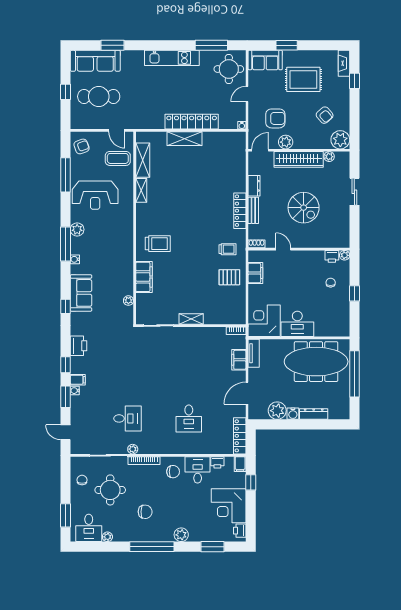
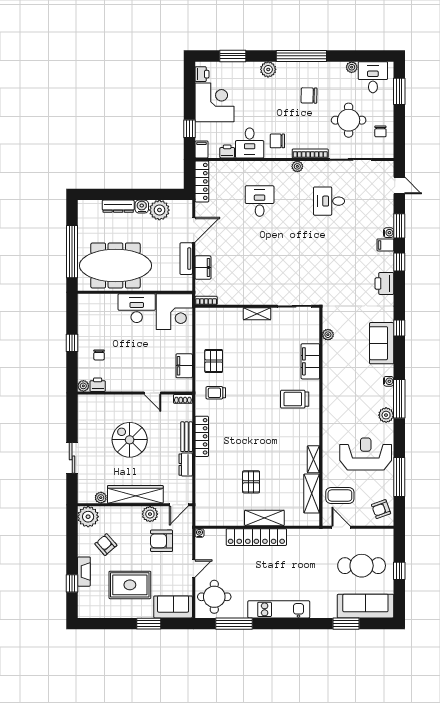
fireplace: (344, 63) -> (84, 572), moved
pallet: (196, 170) -> (251, 482), added
pallet: (229, 277) -> (214, 361), turned 90
tv unit: (254, 353) -> (186, 259), moved
plant: (133, 449) -> (297, 166), moved

